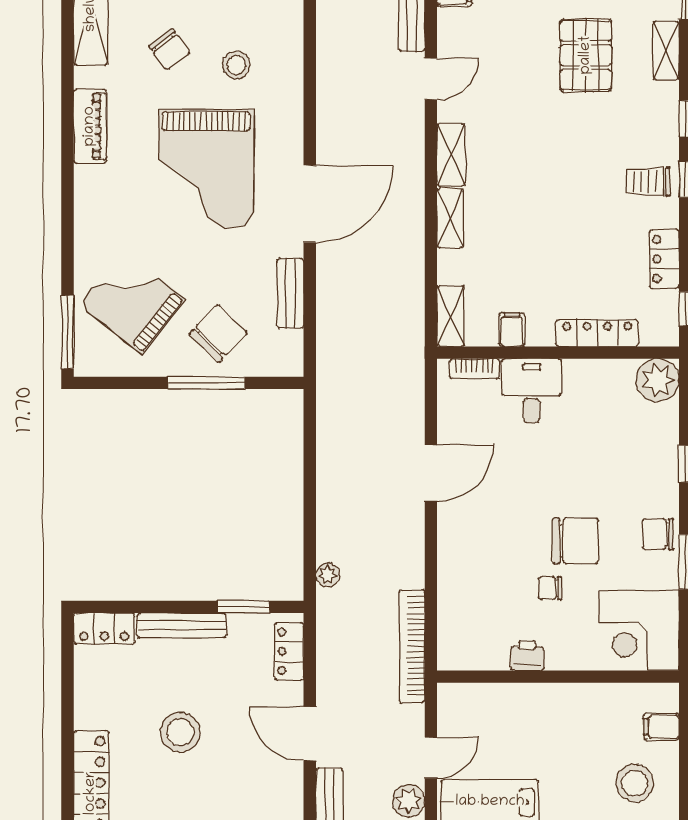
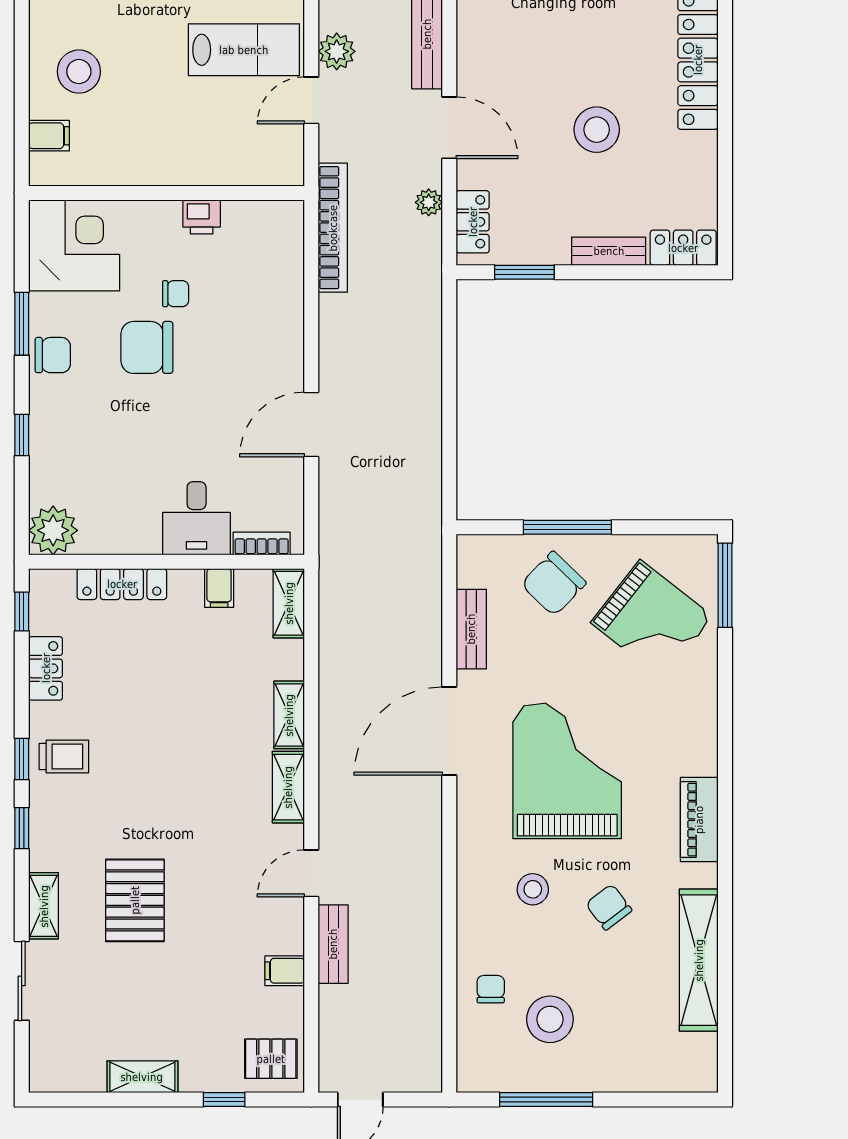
plant: (328, 575) -> (429, 202), moved
bench: (182, 625) -> (609, 251), width x0.73

